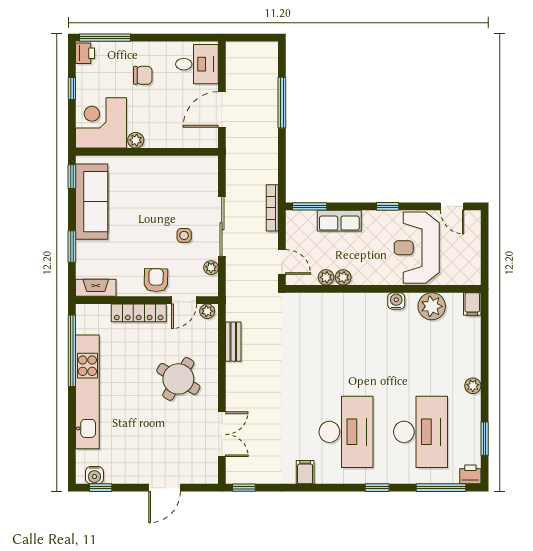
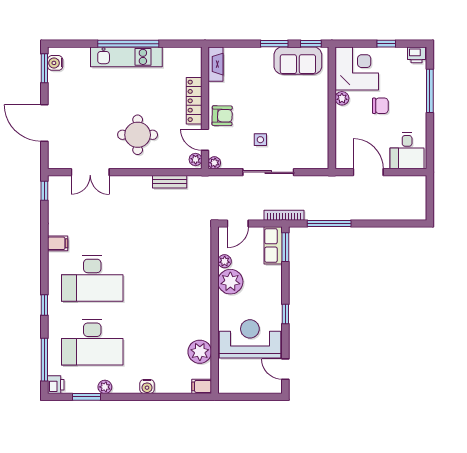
window: (105, 38) -> (430, 91), moved
chair: (143, 75) -> (380, 106), moved, turned -90
window: (282, 103) -> (329, 223), moved
sofa: (92, 202) -> (298, 61), width x0.73
door: (452, 206) -> (285, 369), hinge flipped
row of seats: (339, 221) -> (273, 245), moved
window: (72, 246) -> (274, 44), moved
plant: (211, 268) -> (214, 163), moved
plant: (343, 277) -> (230, 282), width x1.88, depth x1.88
water cooler: (396, 301) -> (147, 387), moved, turned 90
window: (72, 351) -> (128, 44), moved
round table: (178, 379) -> (138, 135), turned -31
plant: (473, 386) -> (105, 387), moved
kitchen unit: (87, 392) -> (126, 57), width x0.73
window: (101, 488) -> (44, 68), width x1.50
door: (165, 488) -> (44, 123), width x1.36

